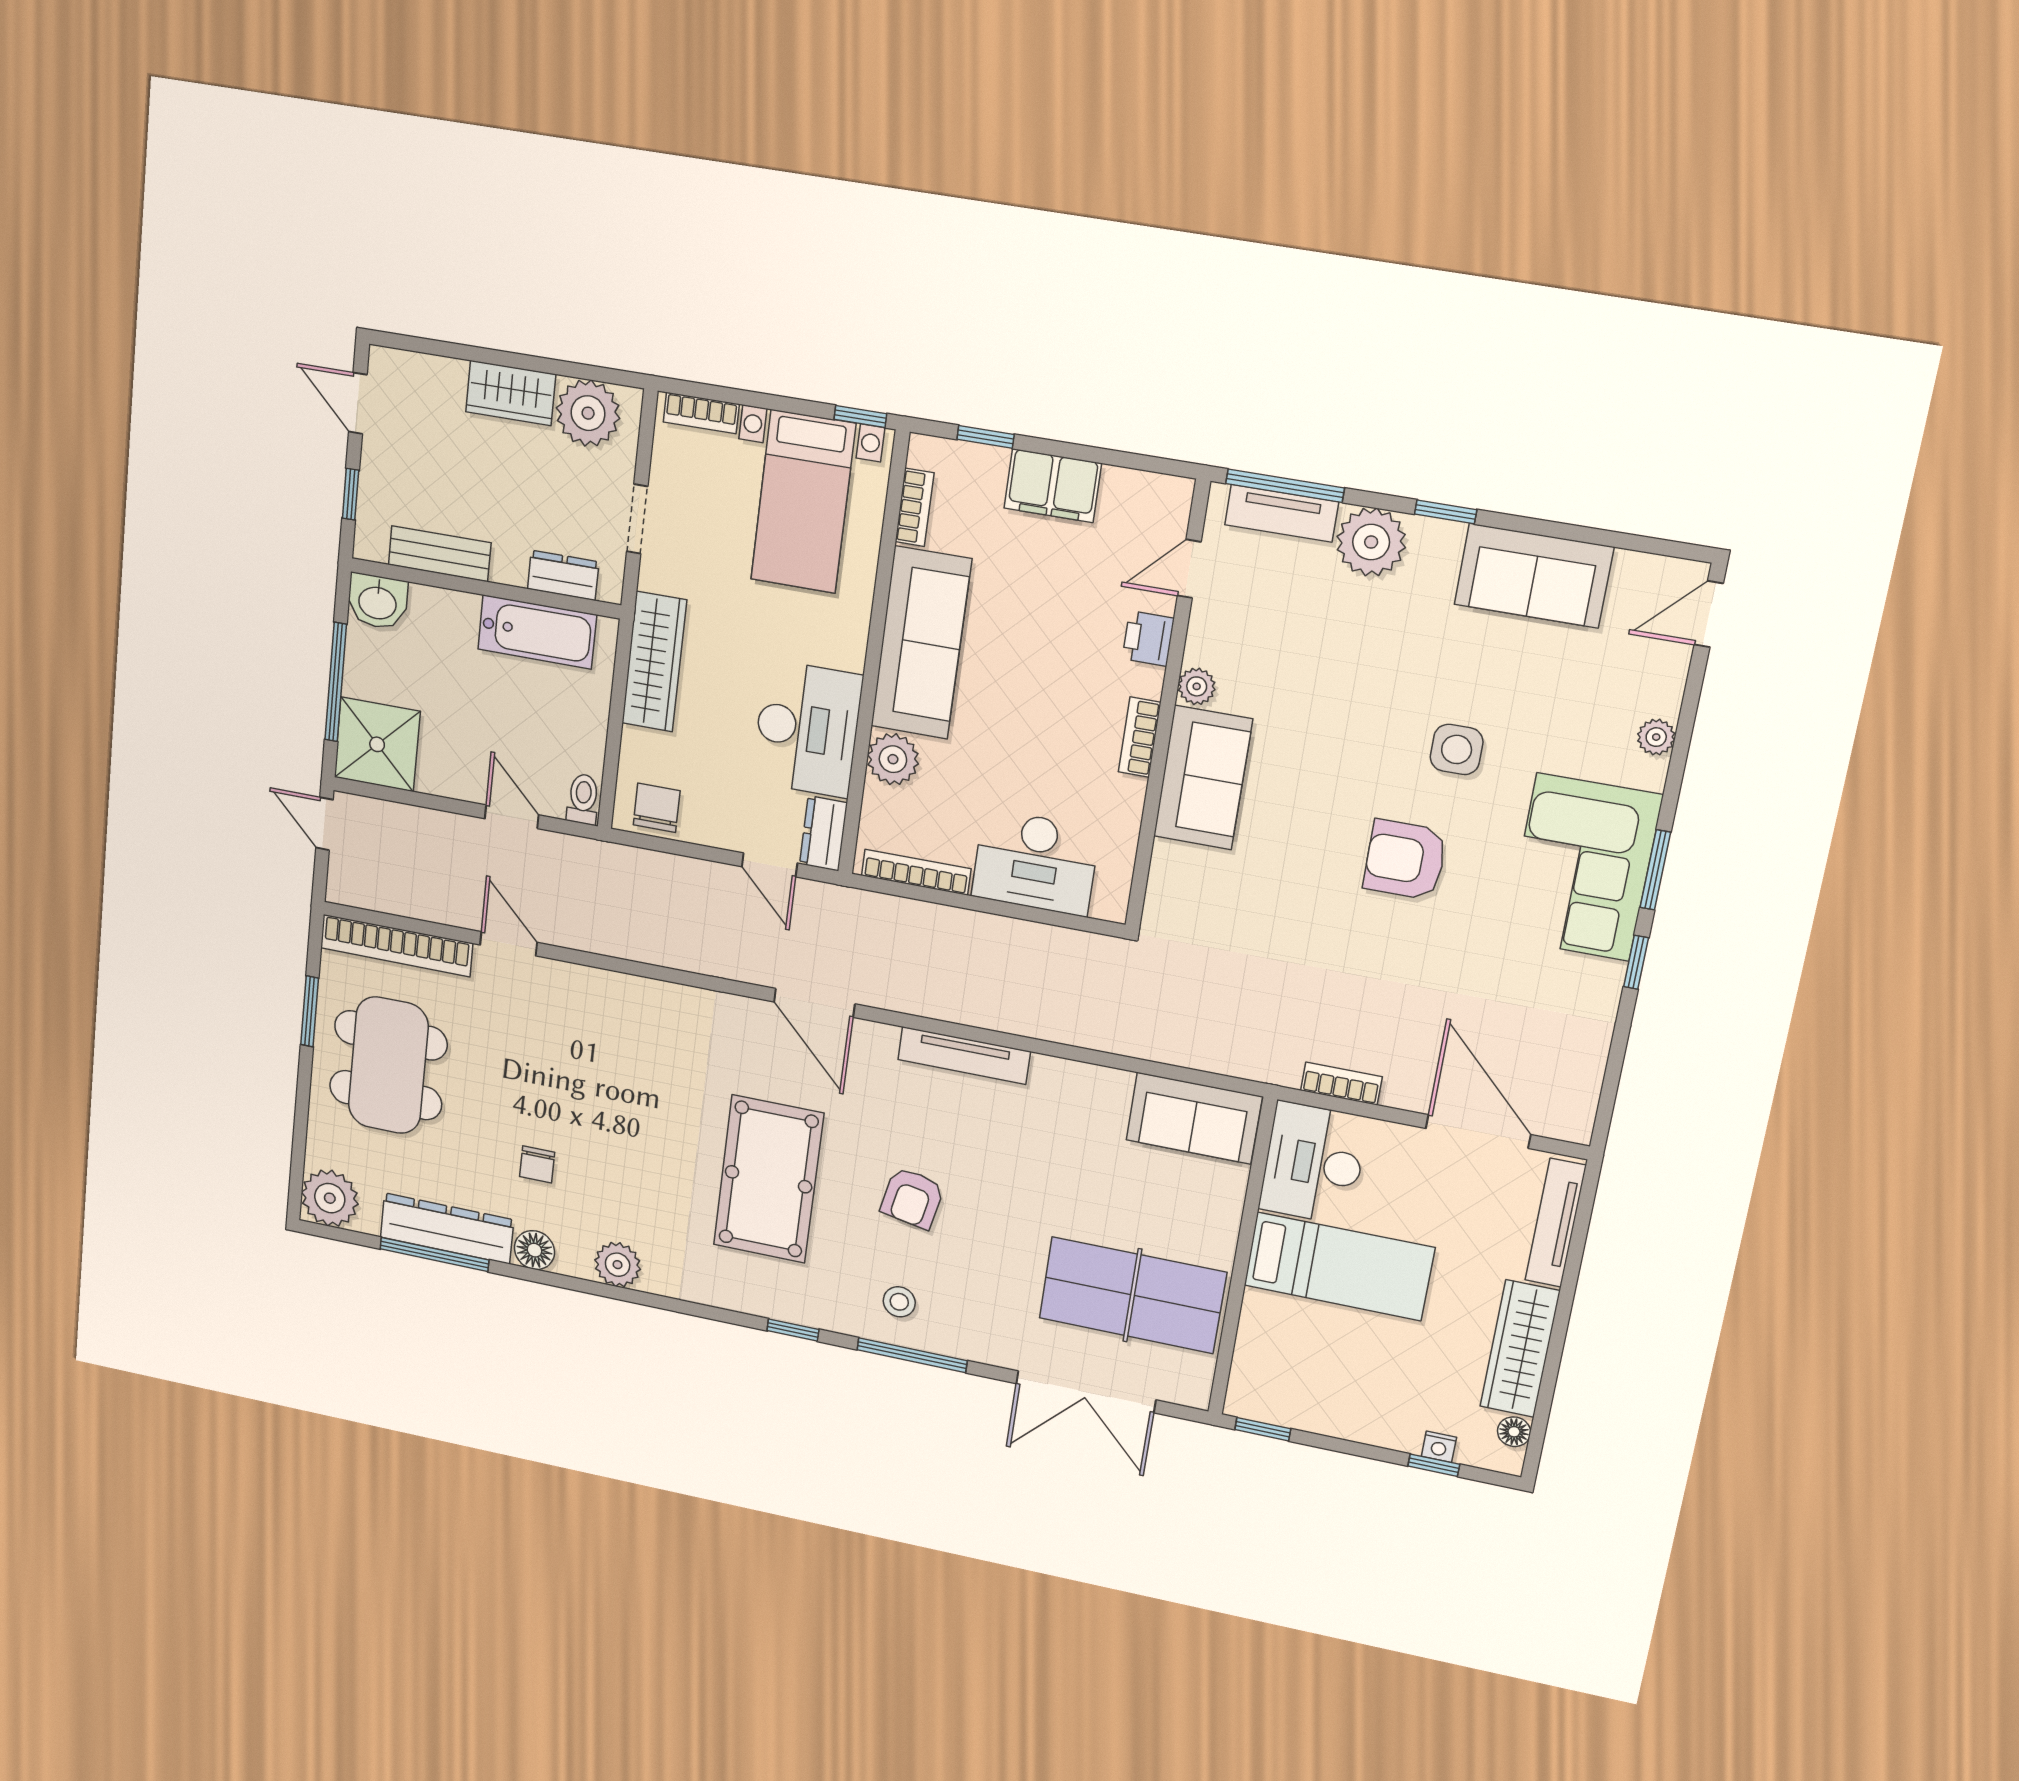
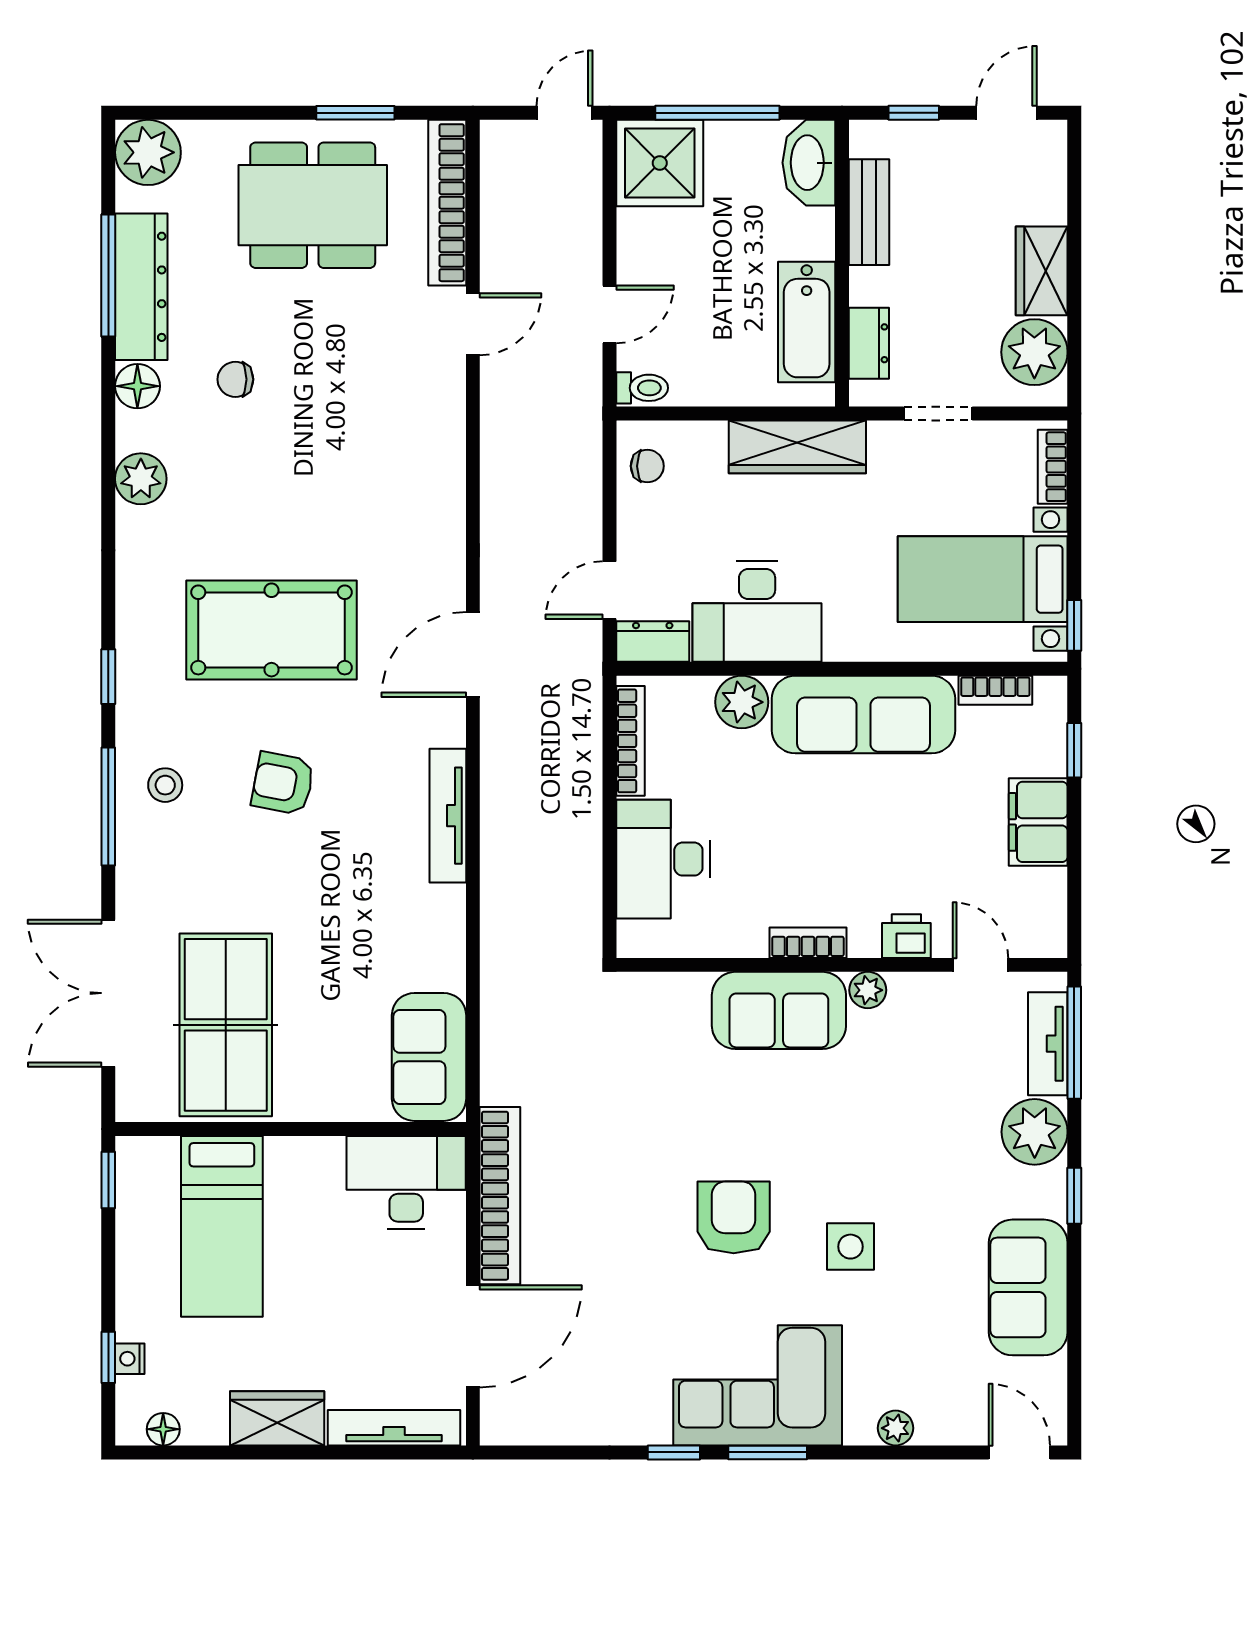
washbasin: (378, 602) -> (809, 163), width x1.38
chair: (657, 808) -> (647, 466), width x0.73, depth x0.73
bookcase: (1341, 1084) -> (500, 1196), width x2.31, depth x1.31
bed: (1339, 1266) -> (222, 1226), moved
wardrobe: (1520, 1349) -> (277, 1418), width x0.67

